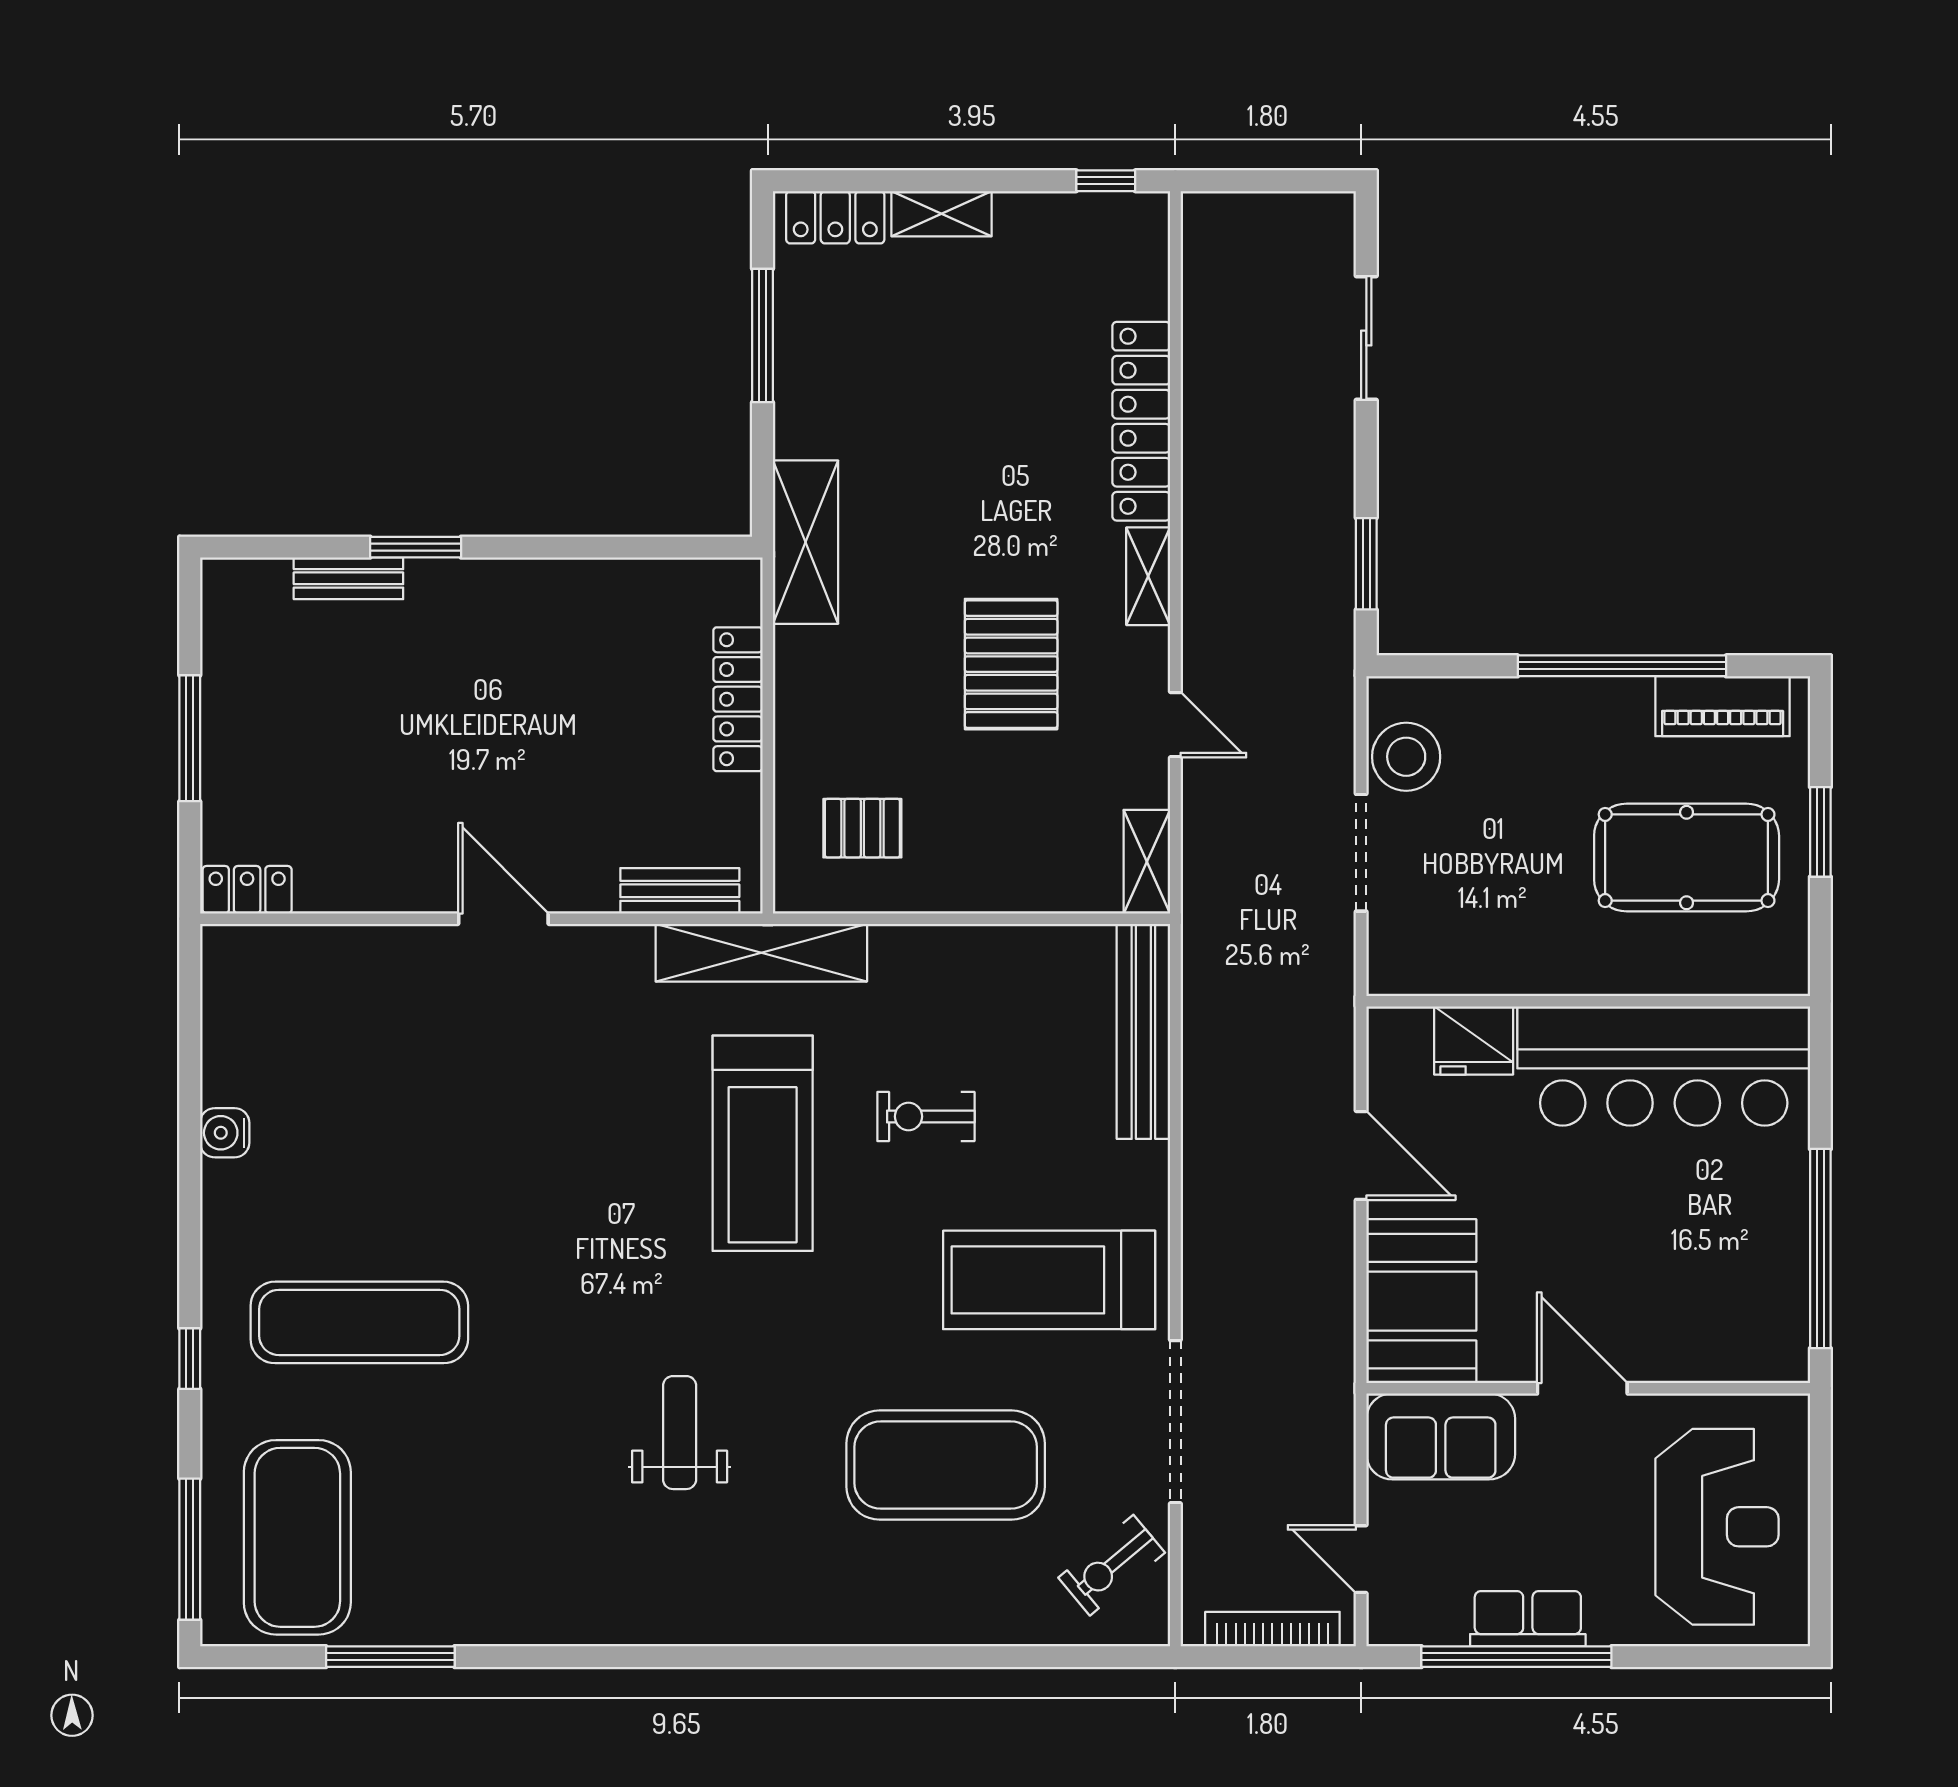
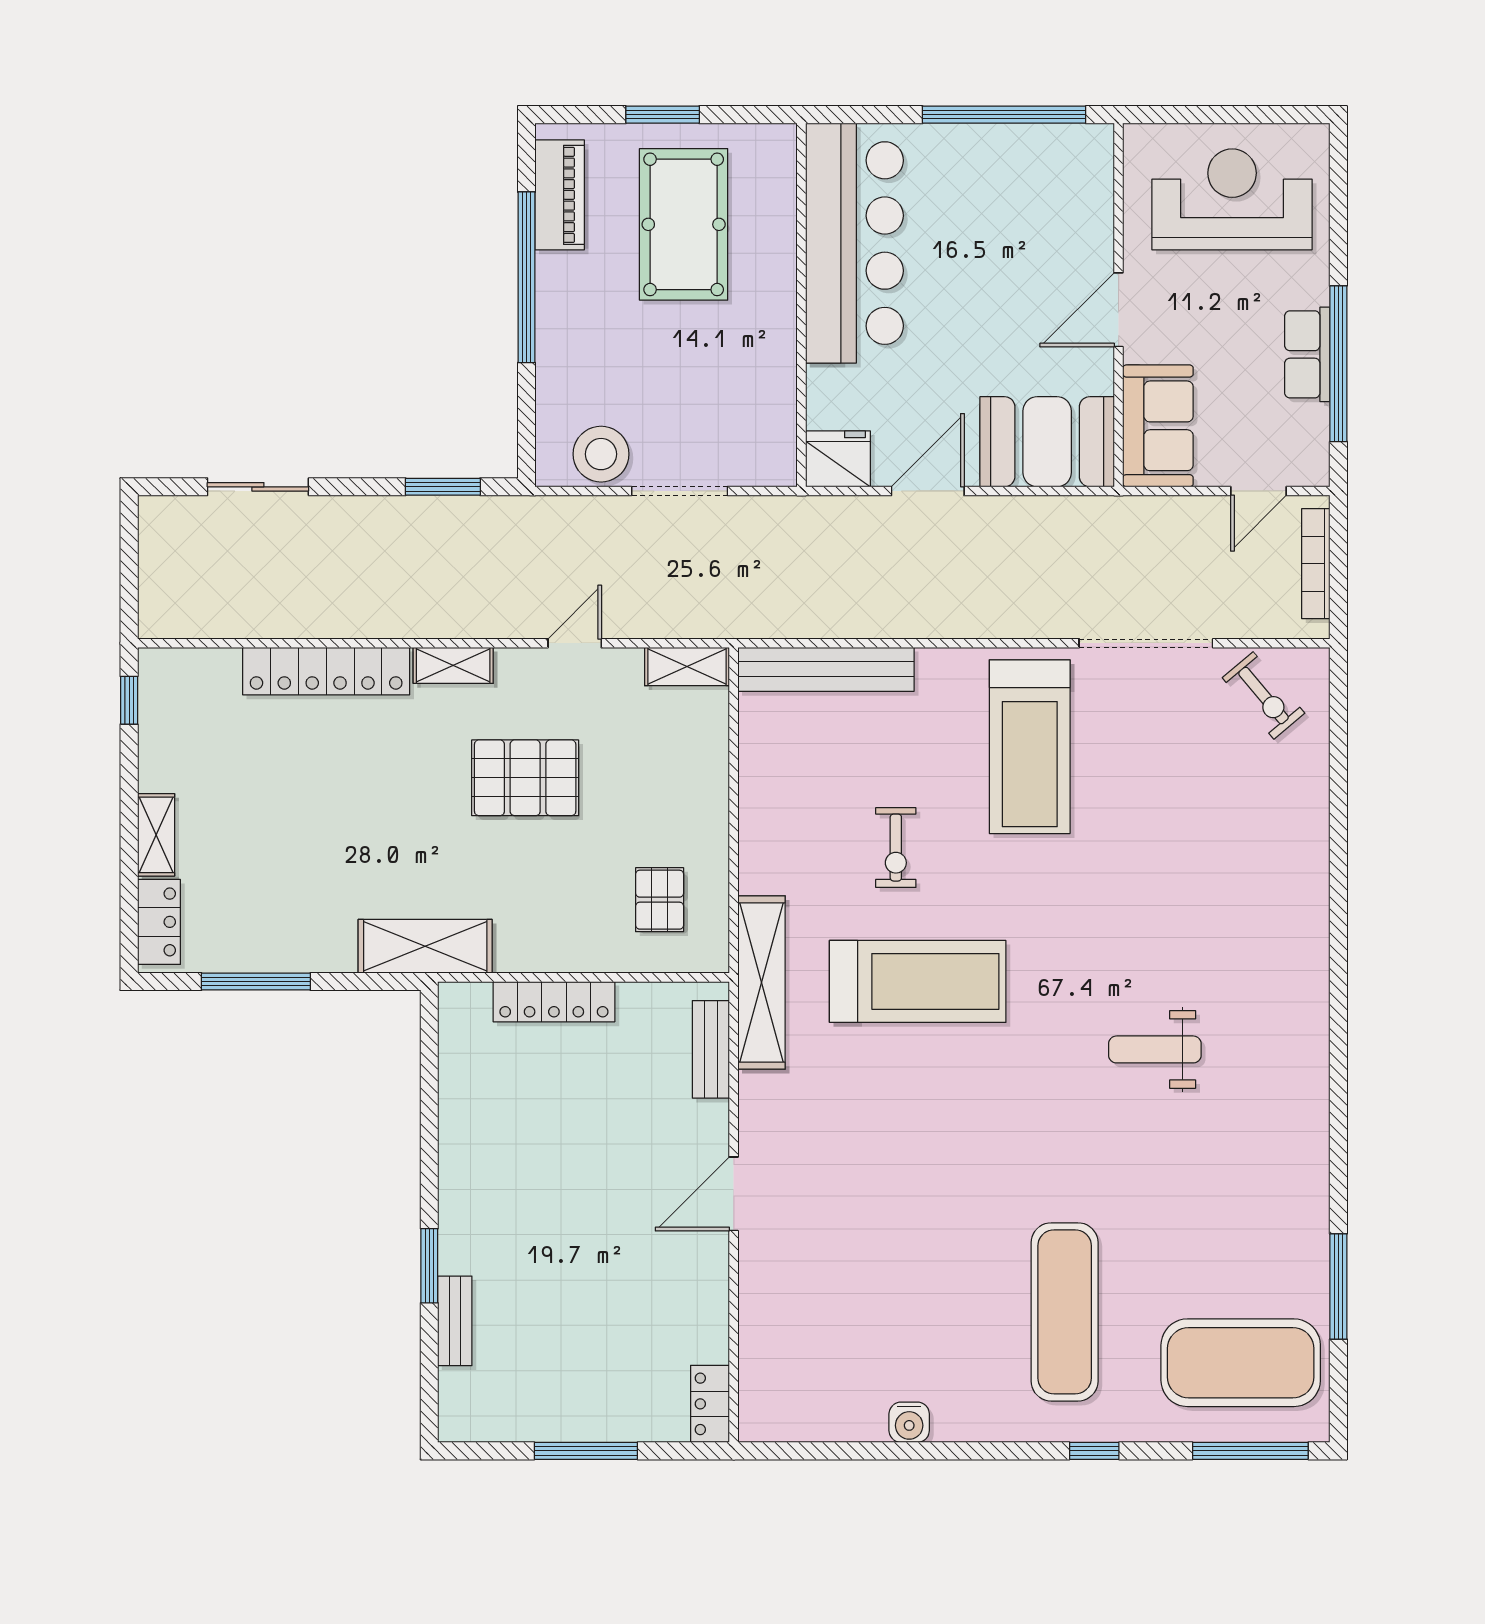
fridge: (1474, 1040) -> (838, 459), moved, turned -90
exercise mat: (946, 1465) -> (1181, 831), removed

